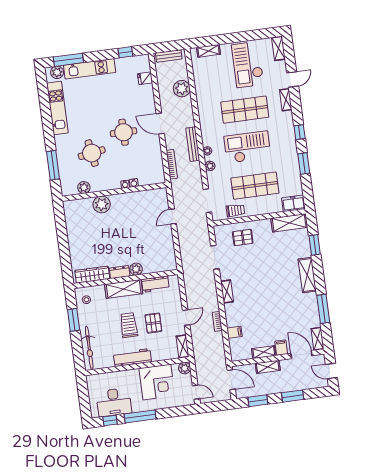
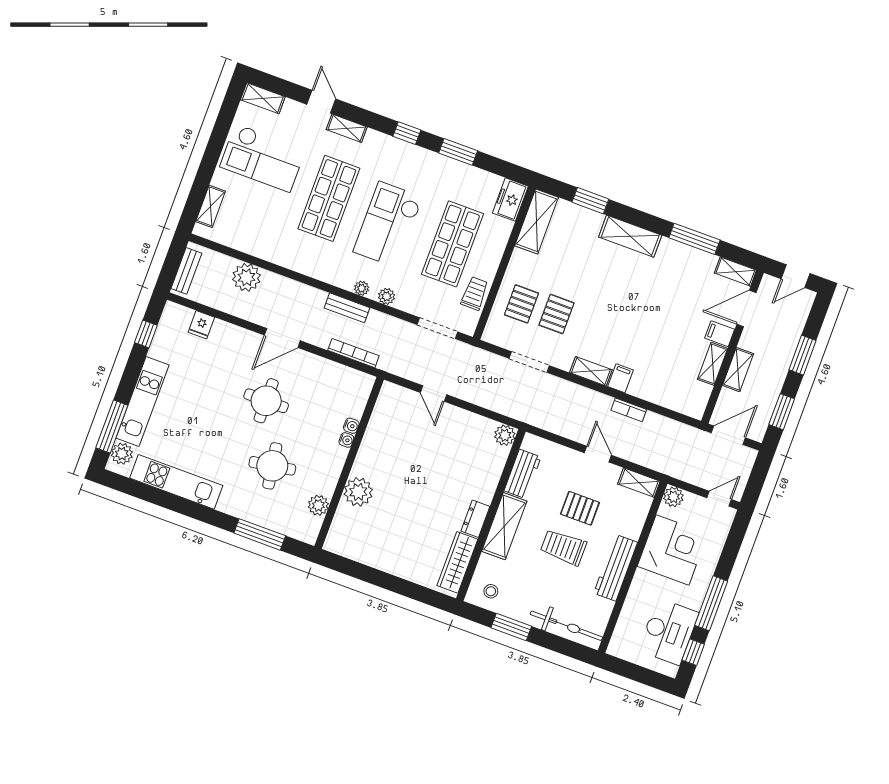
bench: (193, 144) -> (347, 308), width x0.73
pallet: (247, 258) -> (557, 314), added
plant: (136, 269) -> (505, 435), moved
filing cabinet: (234, 332) -> (620, 378), moved

